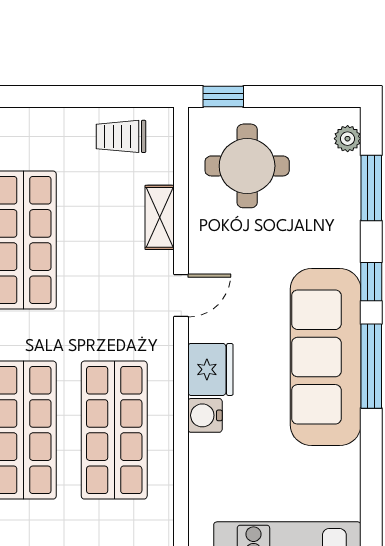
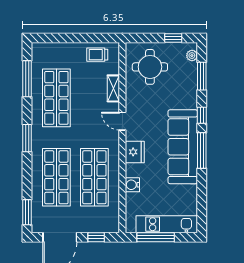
window: (223, 97) -> (173, 38), moved
door: (181, 295) -> (122, 121), swing flipped
water cooler: (205, 415) -> (132, 185), moved

